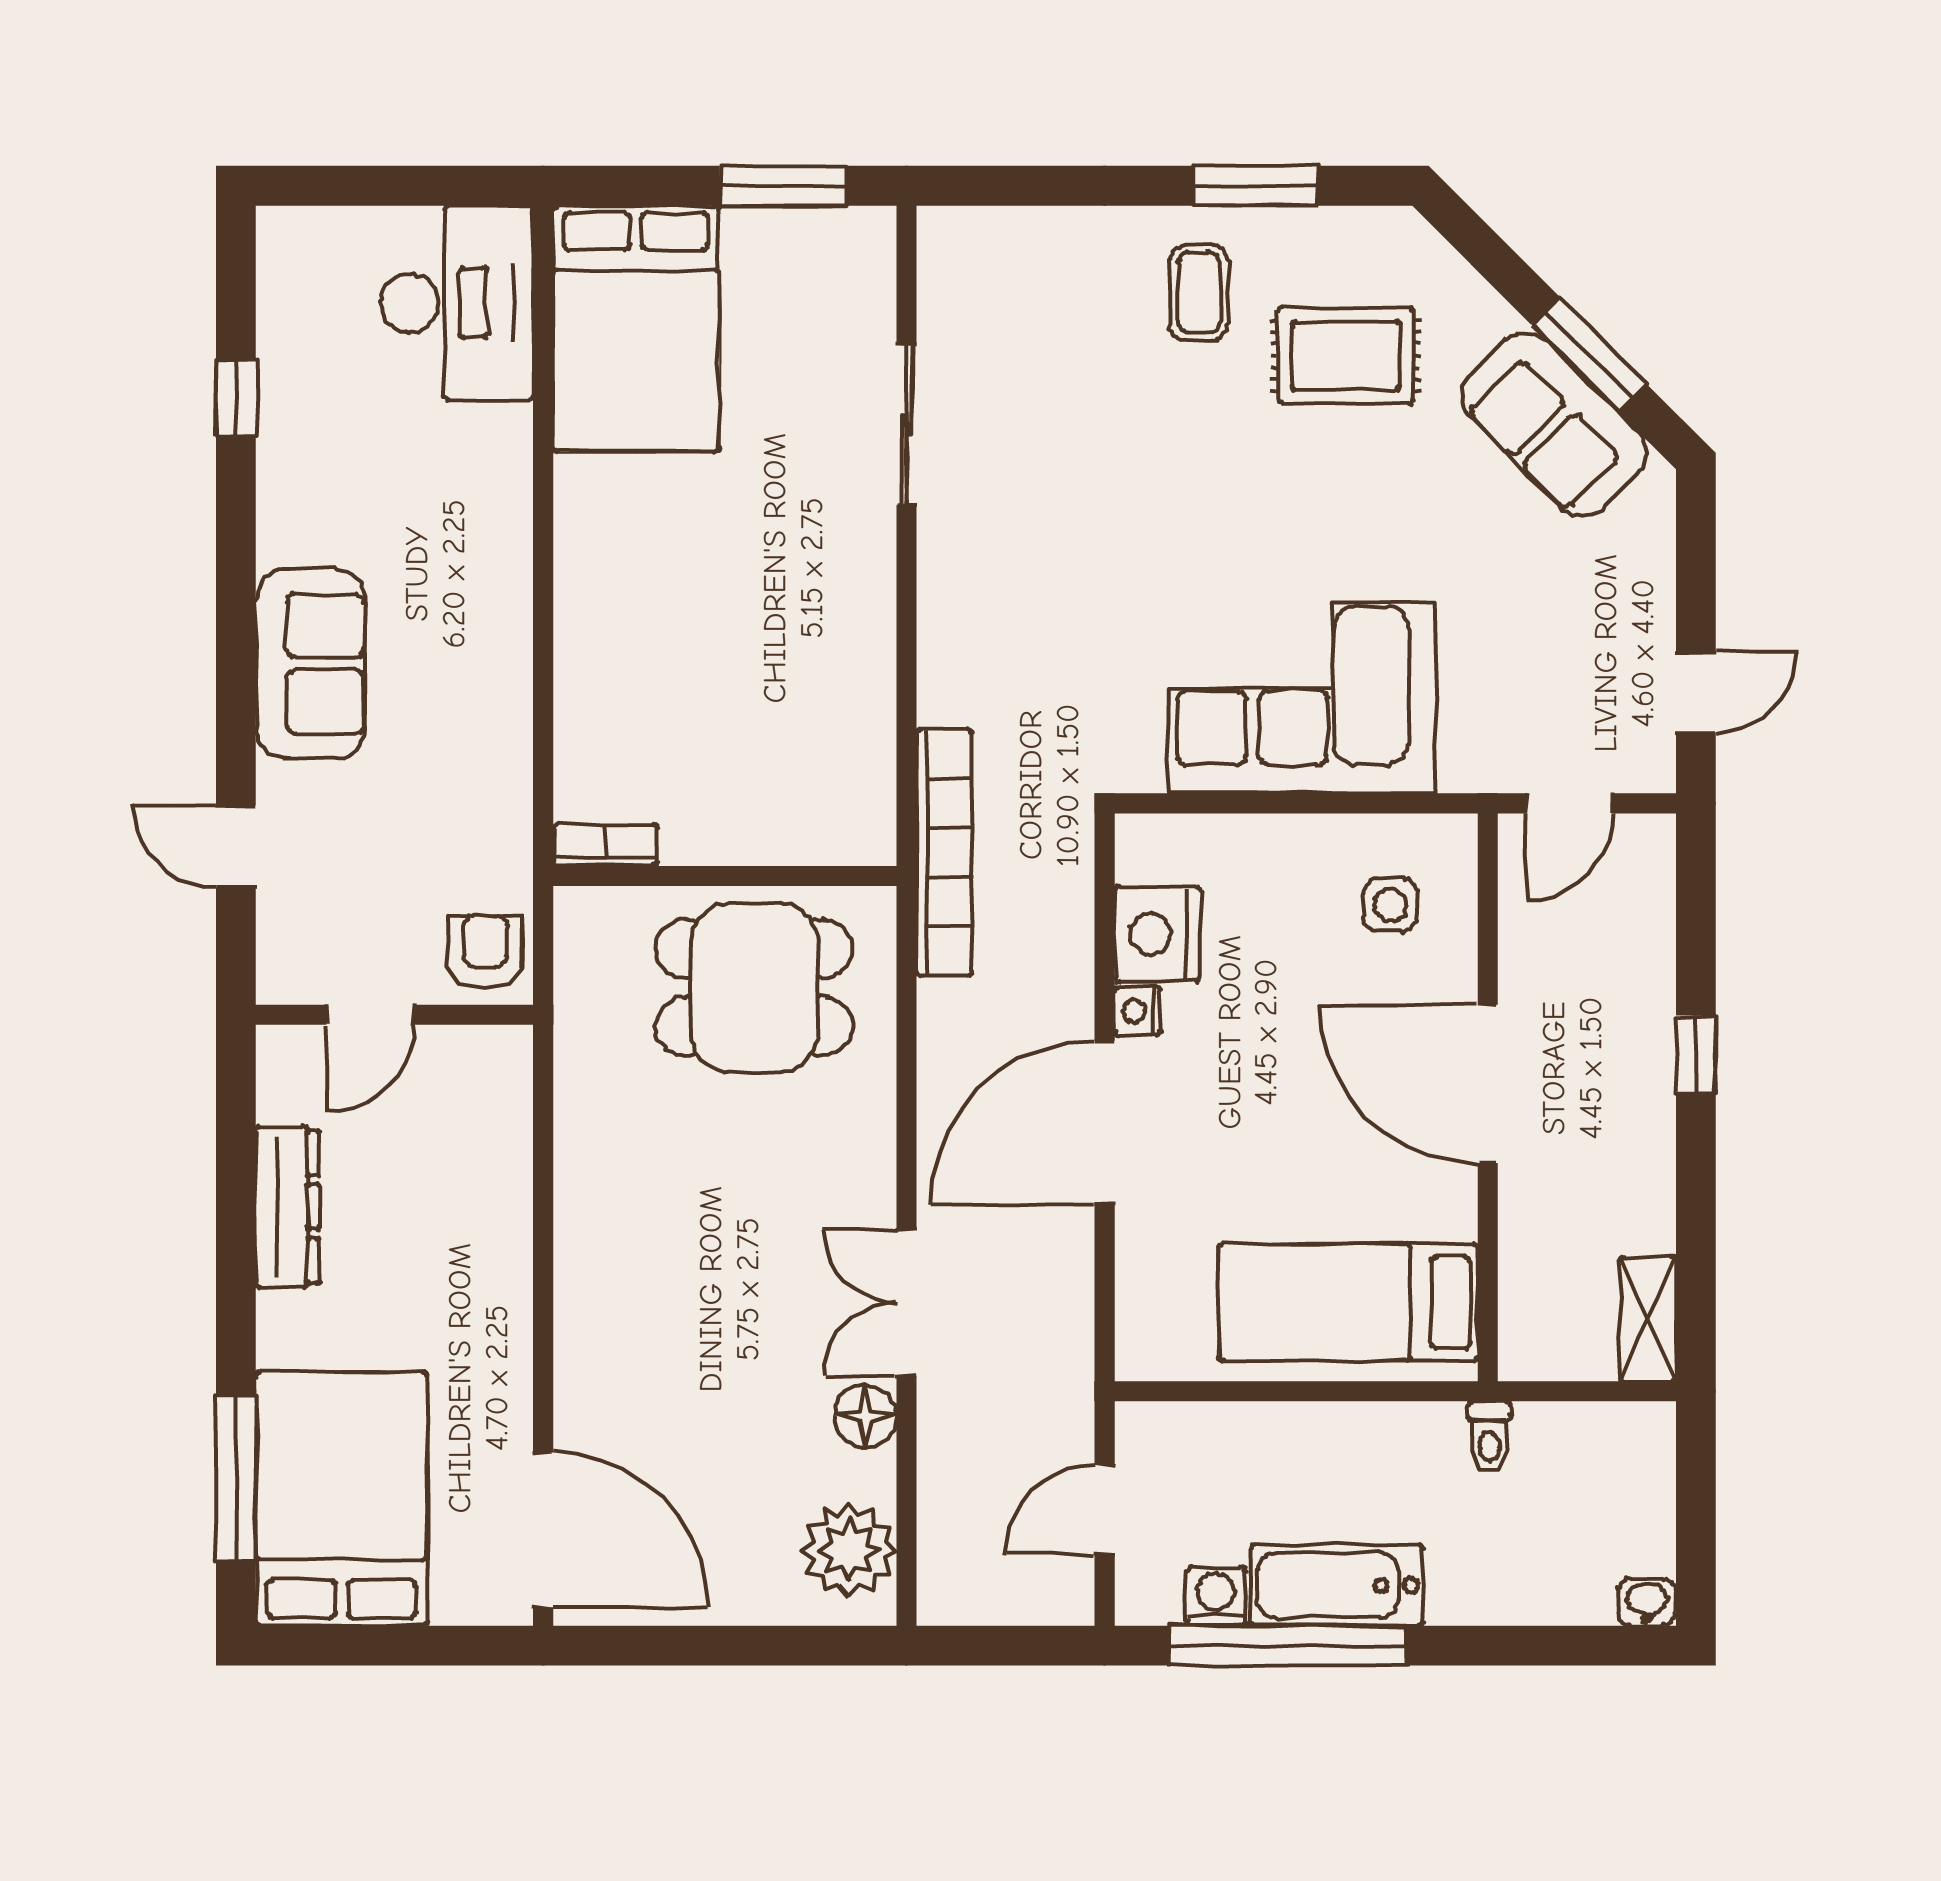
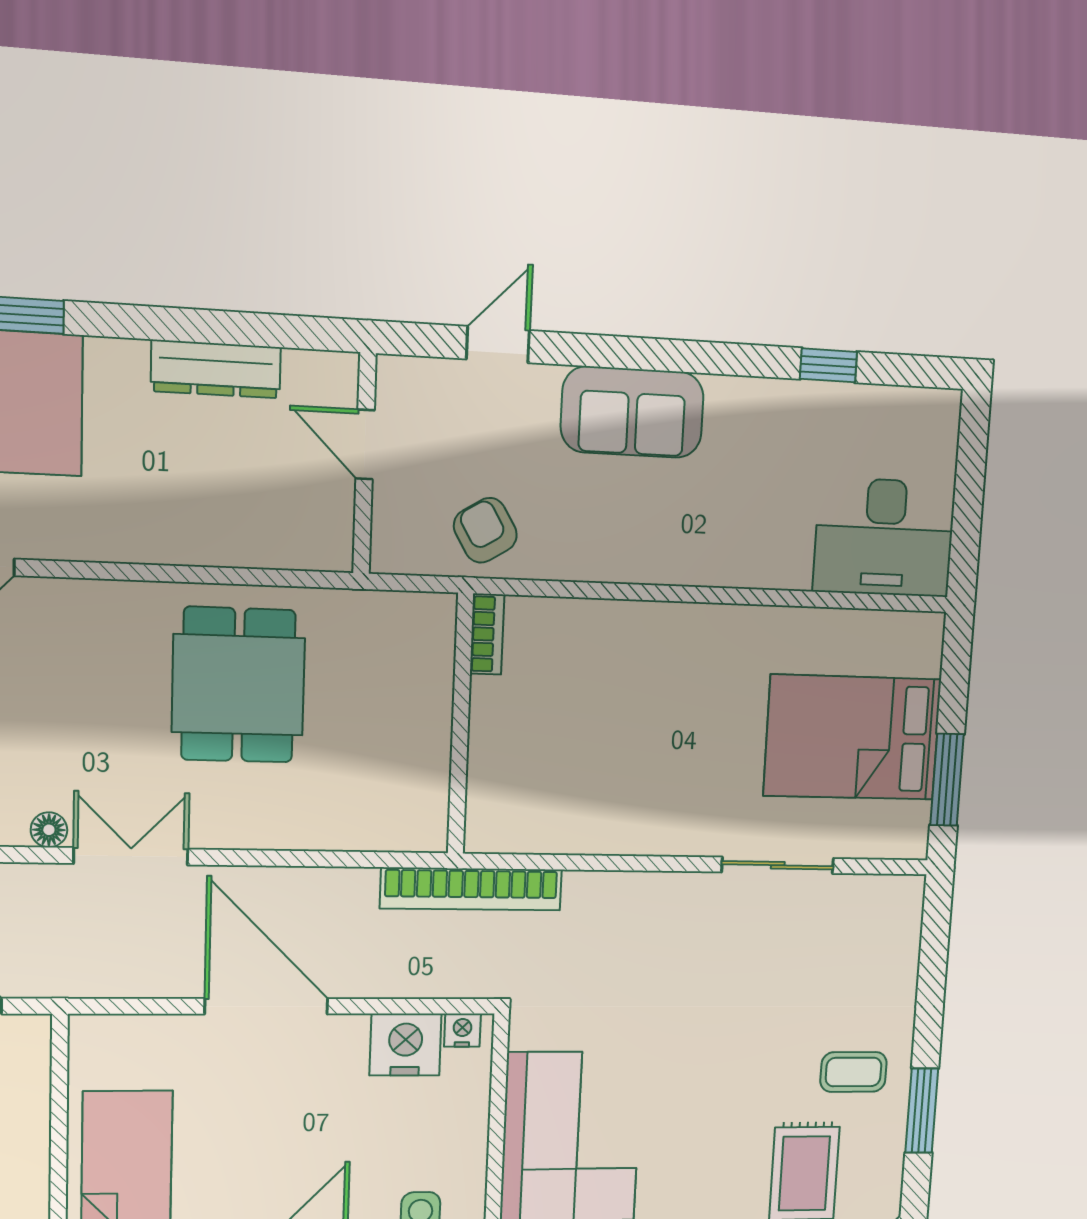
bed: (636, 329) -> (852, 737), moved
armchair: (485, 952) -> (485, 530), moved, turned -121
dining table: (754, 988) -> (238, 685), moved
nightstand: (1138, 1011) -> (462, 1030), moved
floor lamp: (865, 1416) -> (49, 830), width x0.73, depth x0.73

